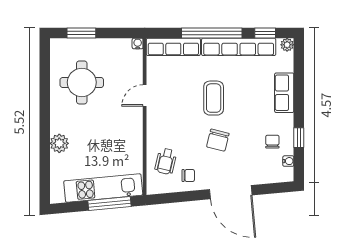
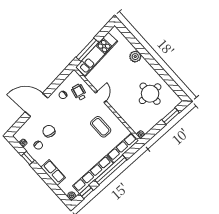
door: (145, 95) -> (101, 97), moved
coffee table: (214, 98) -> (101, 127), moved
chair: (218, 140) -> (49, 131), moved

